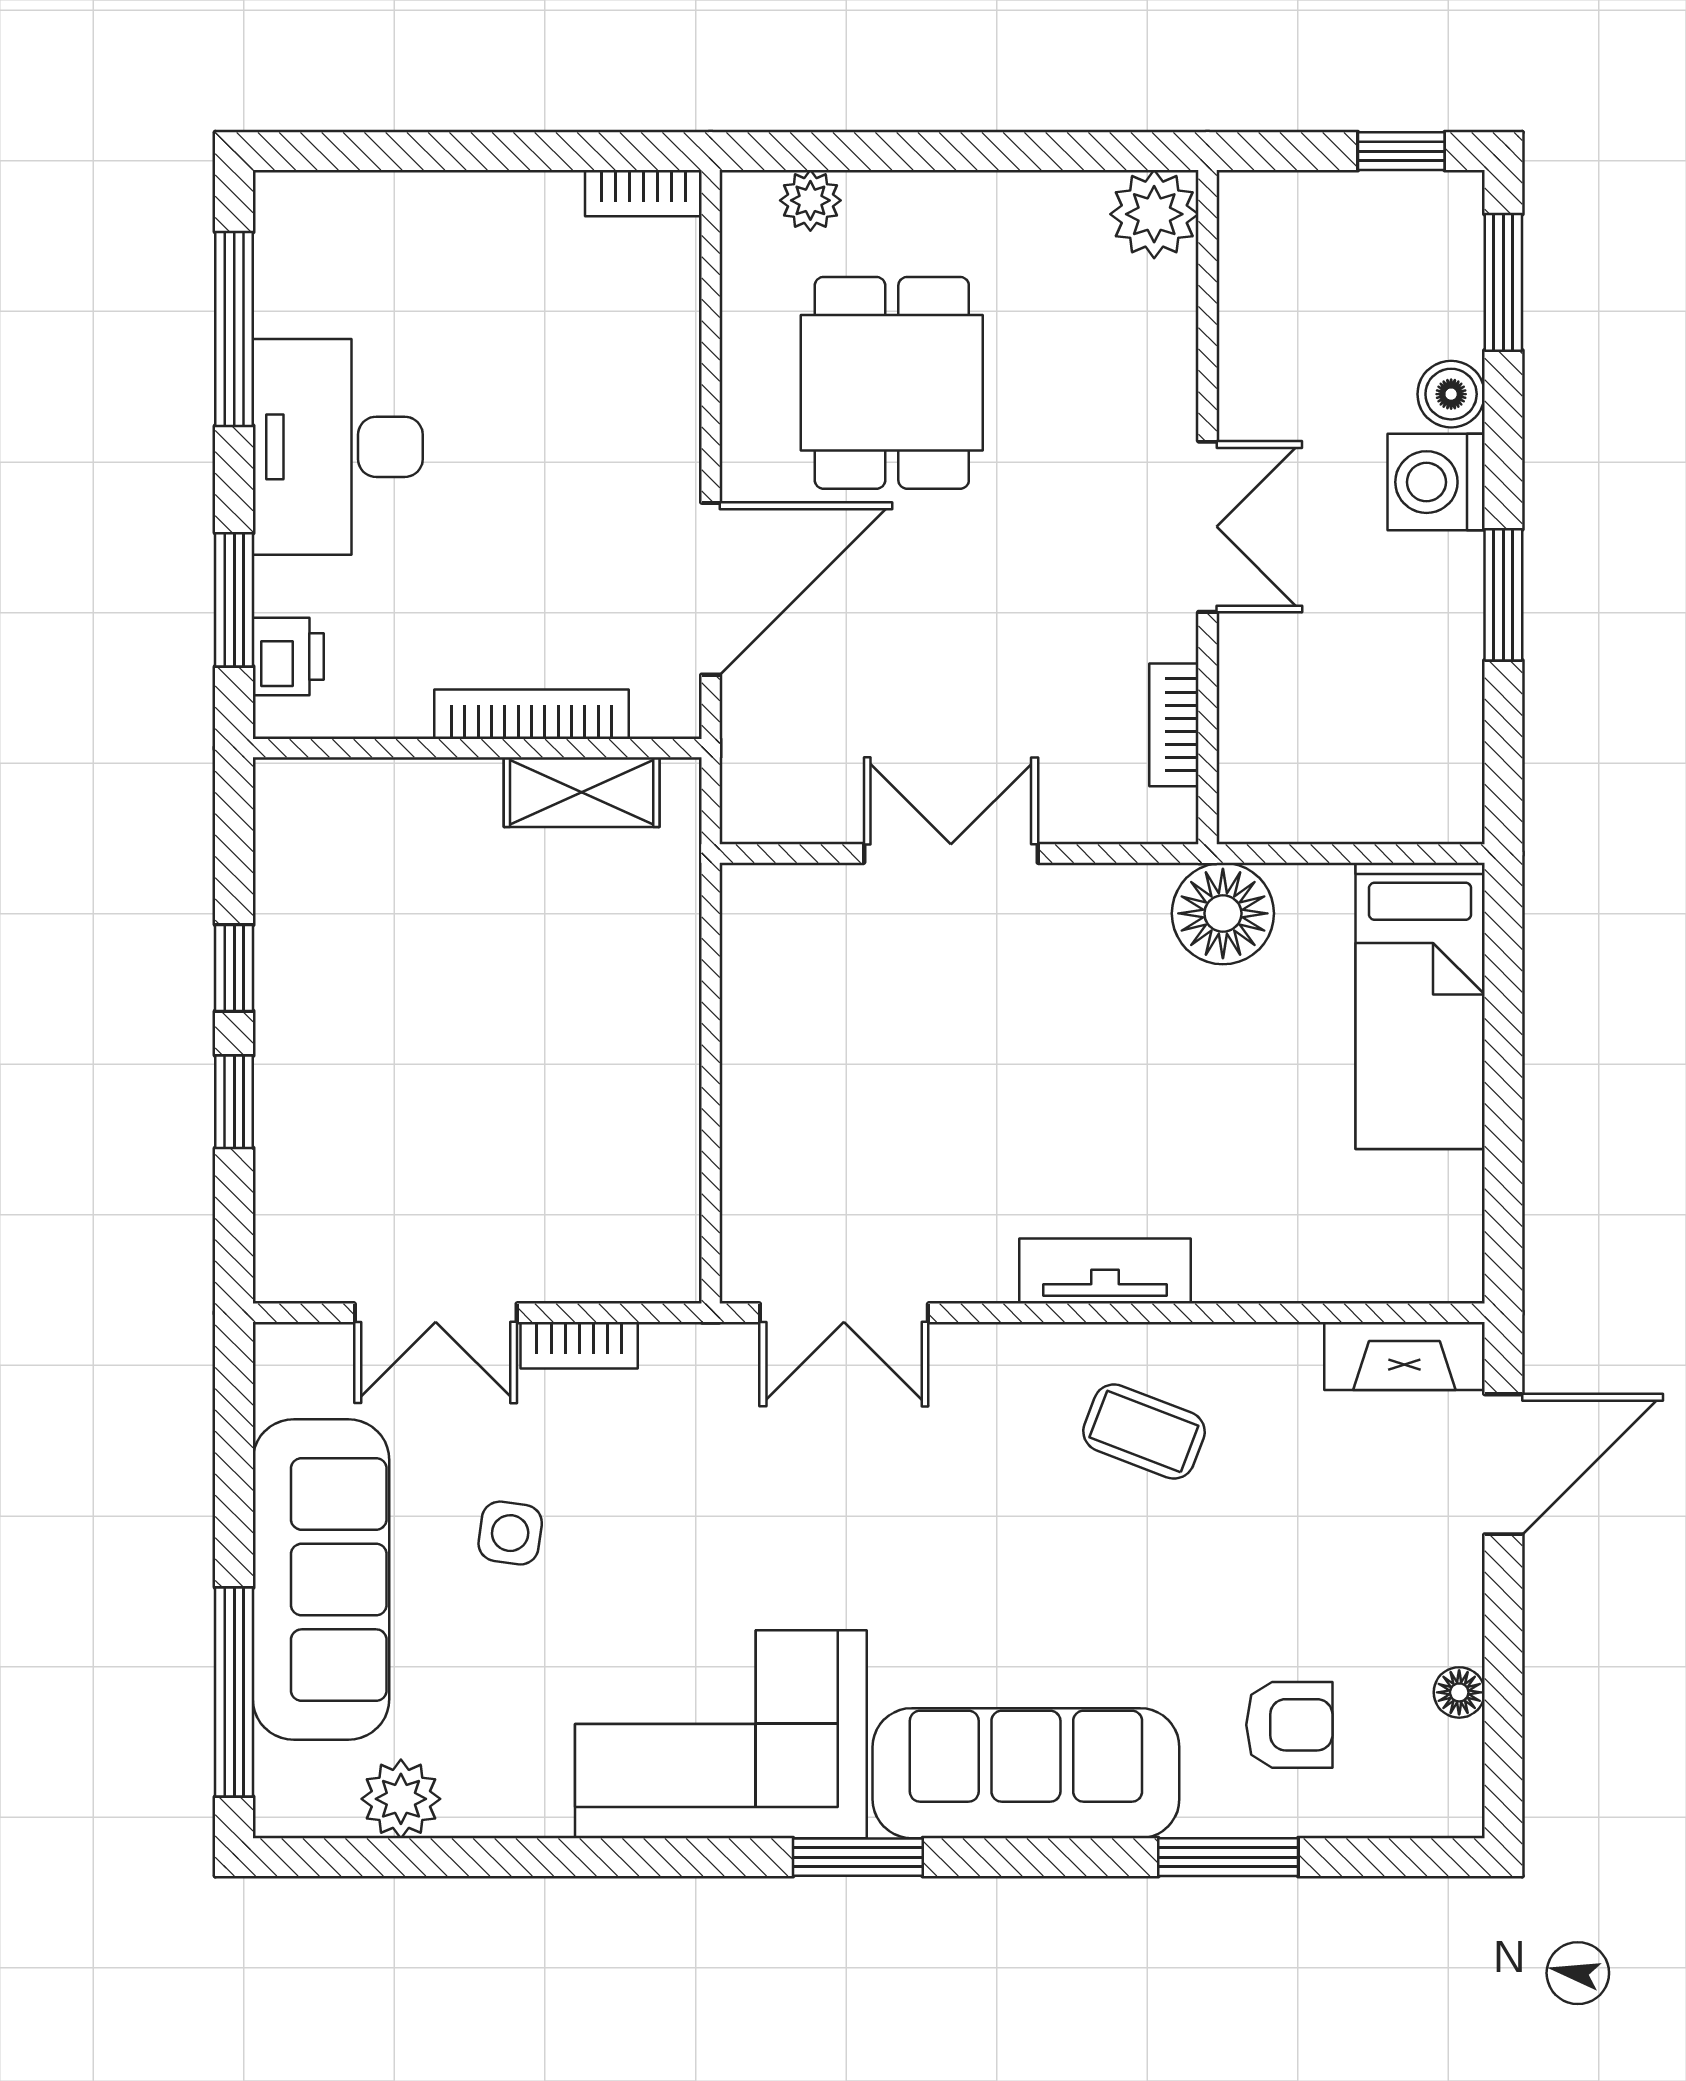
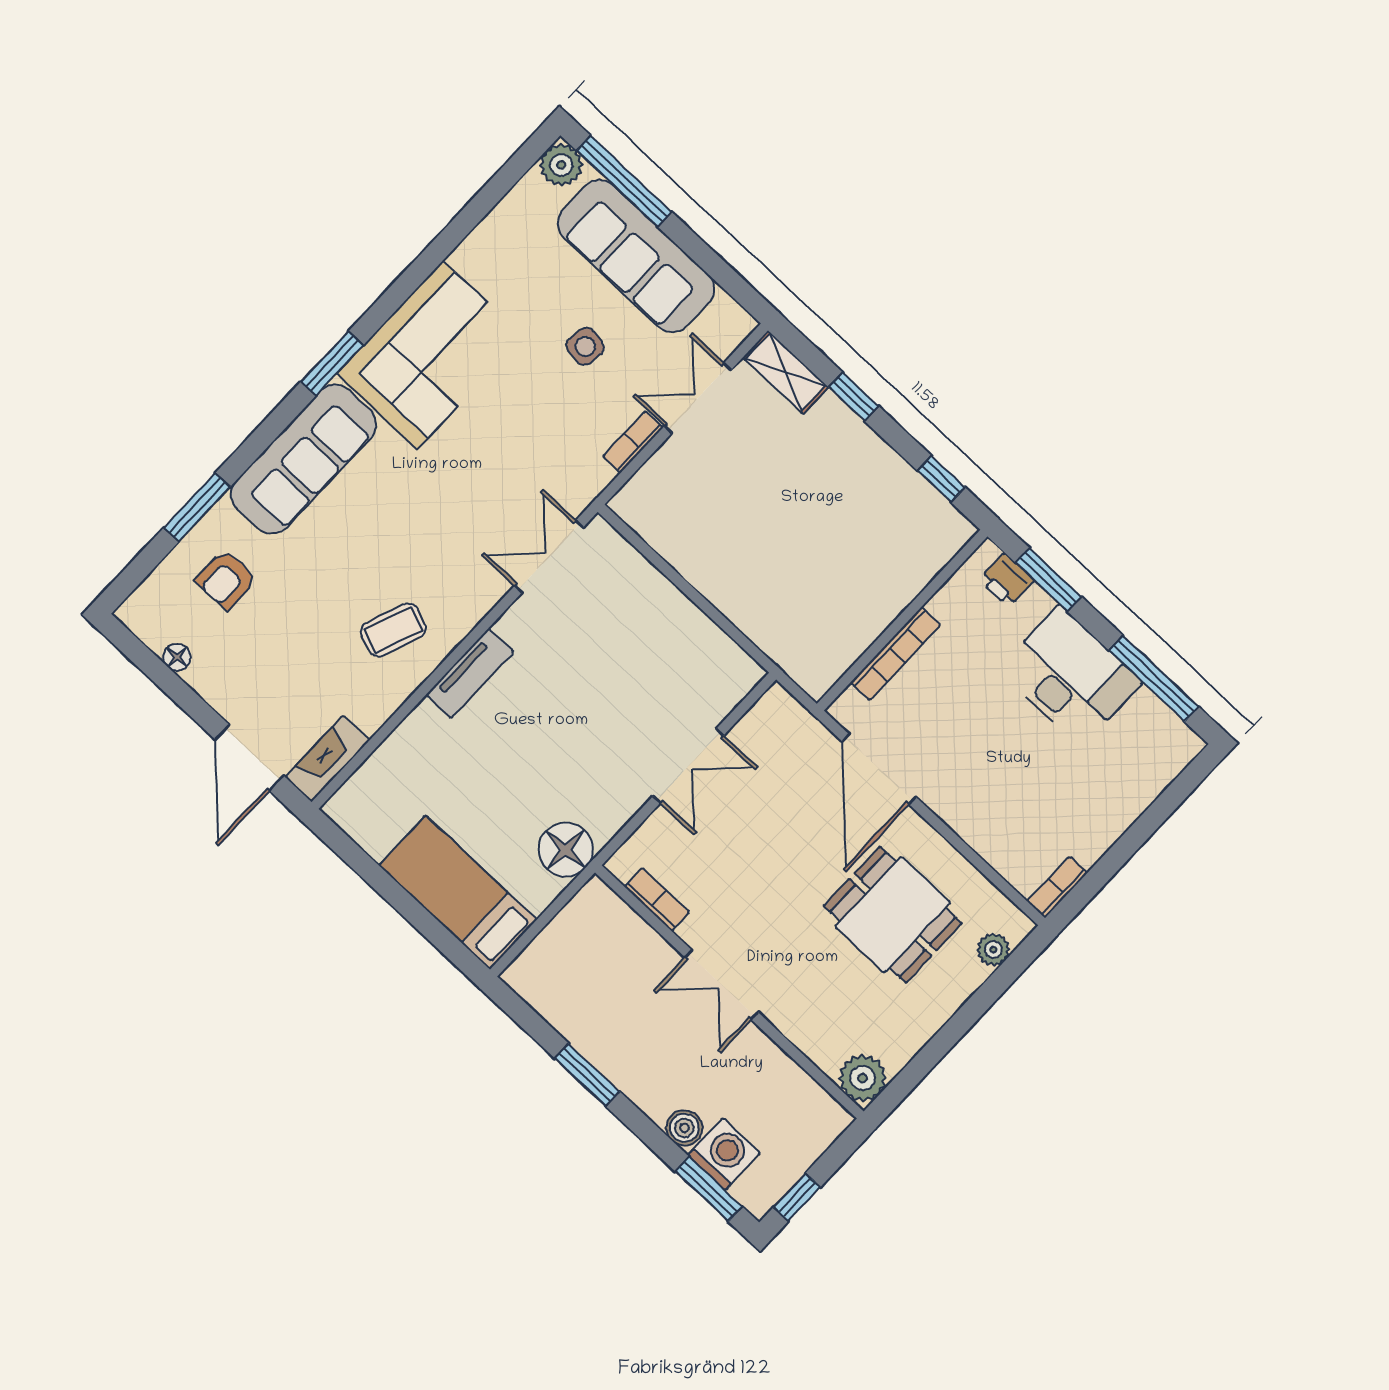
washing machine: (1436, 482) -> (724, 1154), moved
shelving: (582, 792) -> (786, 372), moved, turned 90
window: (234, 968) -> (941, 479), moved
plant: (401, 1799) -> (561, 165), moved

